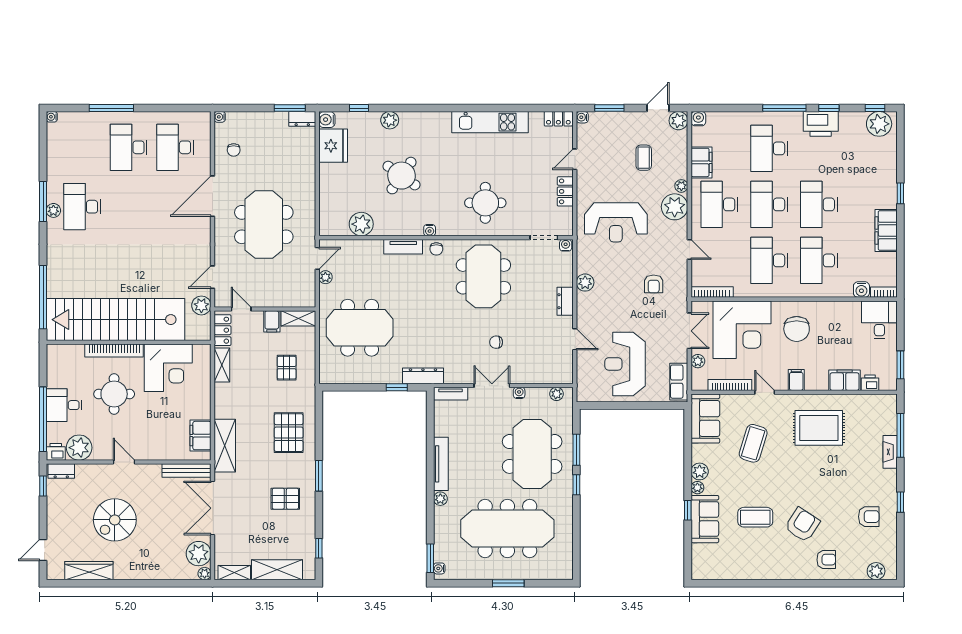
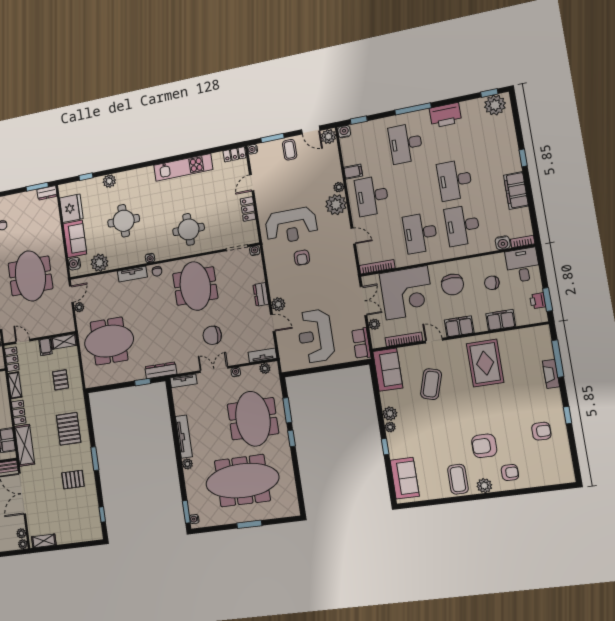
door: (658, 108) -> (311, 130), swing flipped
window: (829, 108) -> (359, 120), moved
water cooler: (327, 120) -> (74, 264), moved
coffee table: (644, 158) -> (290, 150), moved
filing cabinet: (701, 162) -> (353, 172), width x0.50
round table: (402, 176) -> (124, 221), turned -35
sofa: (332, 187) -> (75, 239), added
desk: (769, 204) -> (413, 188), removed
plant: (585, 283) -> (278, 304), moved
armchair: (654, 284) -> (302, 258), moved
chair: (842, 335) -> (492, 283), added
chair: (496, 342) -> (212, 335), width x1.87, depth x1.87
tv unit: (556, 377) -> (262, 355), added
filing cabinet: (796, 380) -> (459, 326), width x2.00
printer: (870, 383) -> (538, 301), moved, turned -90
locker: (222, 401) -> (19, 412), added
rug: (819, 428) -> (485, 363), turned 90
coffee table: (755, 517) -> (458, 479), moved, turned 90
sofa: (705, 519) -> (405, 478), moved
armchair: (802, 525) -> (484, 446), turned -123
plant: (199, 554) -> (21, 533), width x0.53, depth x0.53
shelving: (277, 570) -> (74, 535), removed
plant: (876, 571) -> (484, 486), moved

